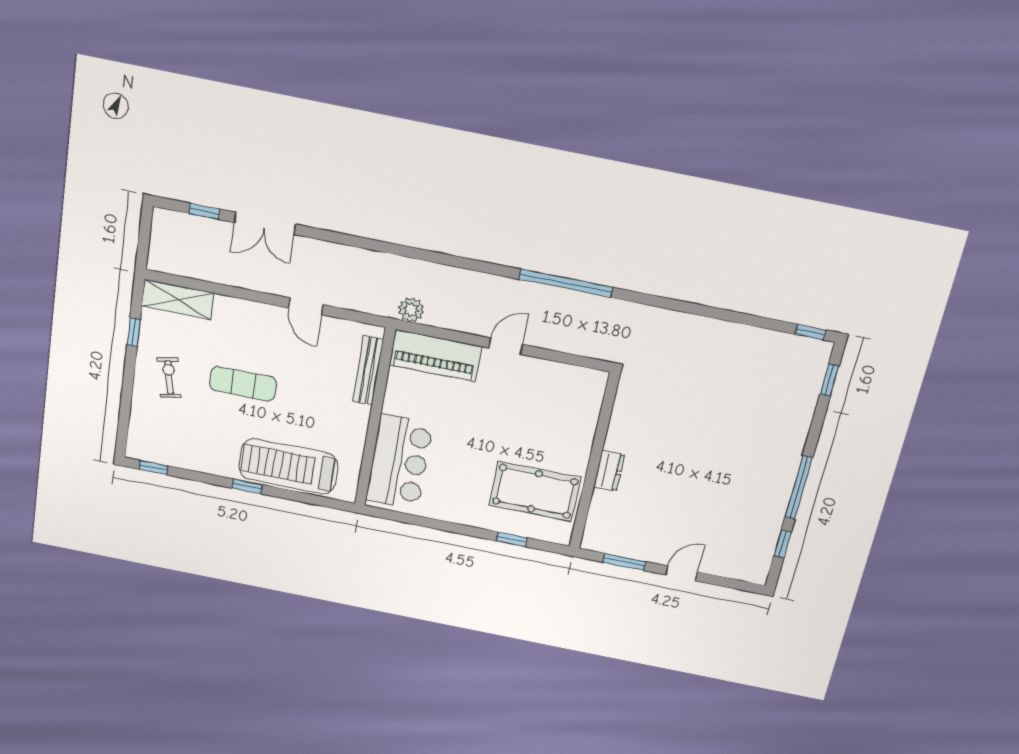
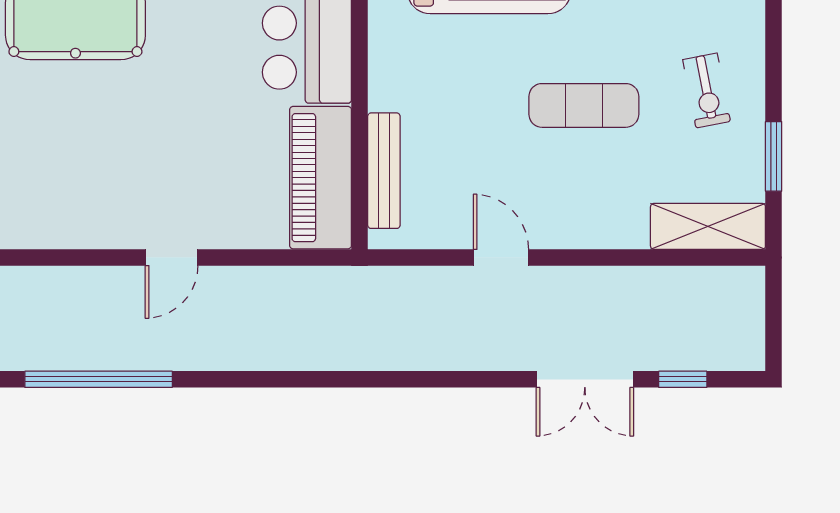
double door: (265, 223) -> (585, 379), swing flipped
plant: (411, 310) -> (332, 286), removed
window: (134, 332) -> (774, 156), width x1.50
piano: (435, 356) -> (321, 178), moved, turned -90

